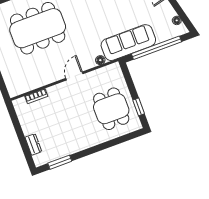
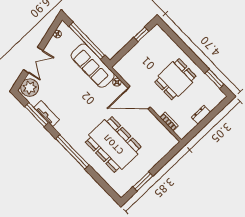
door: (74, 76) -> (139, 98), width x1.87
dining table: (111, 109) -> (175, 79), moved
dresser: (33, 144) -> (201, 115), moved

